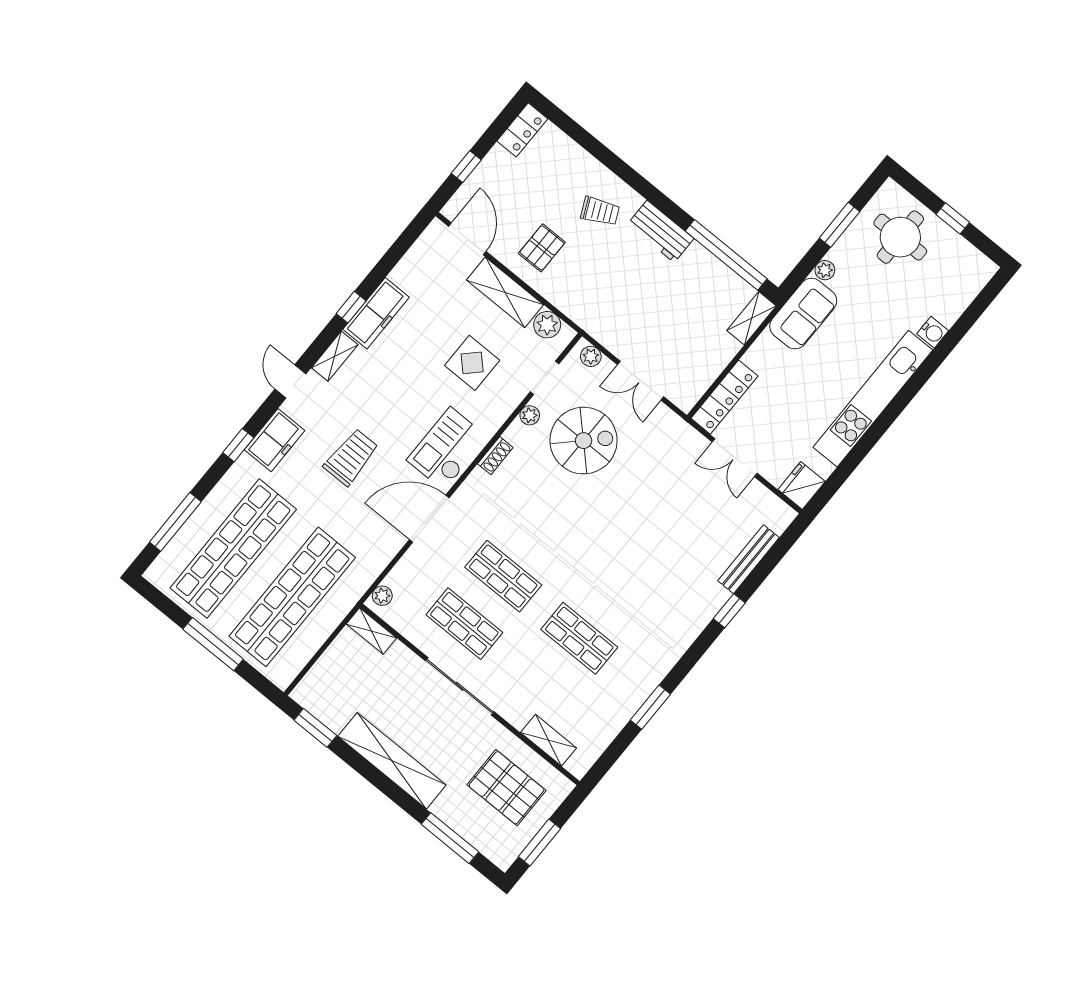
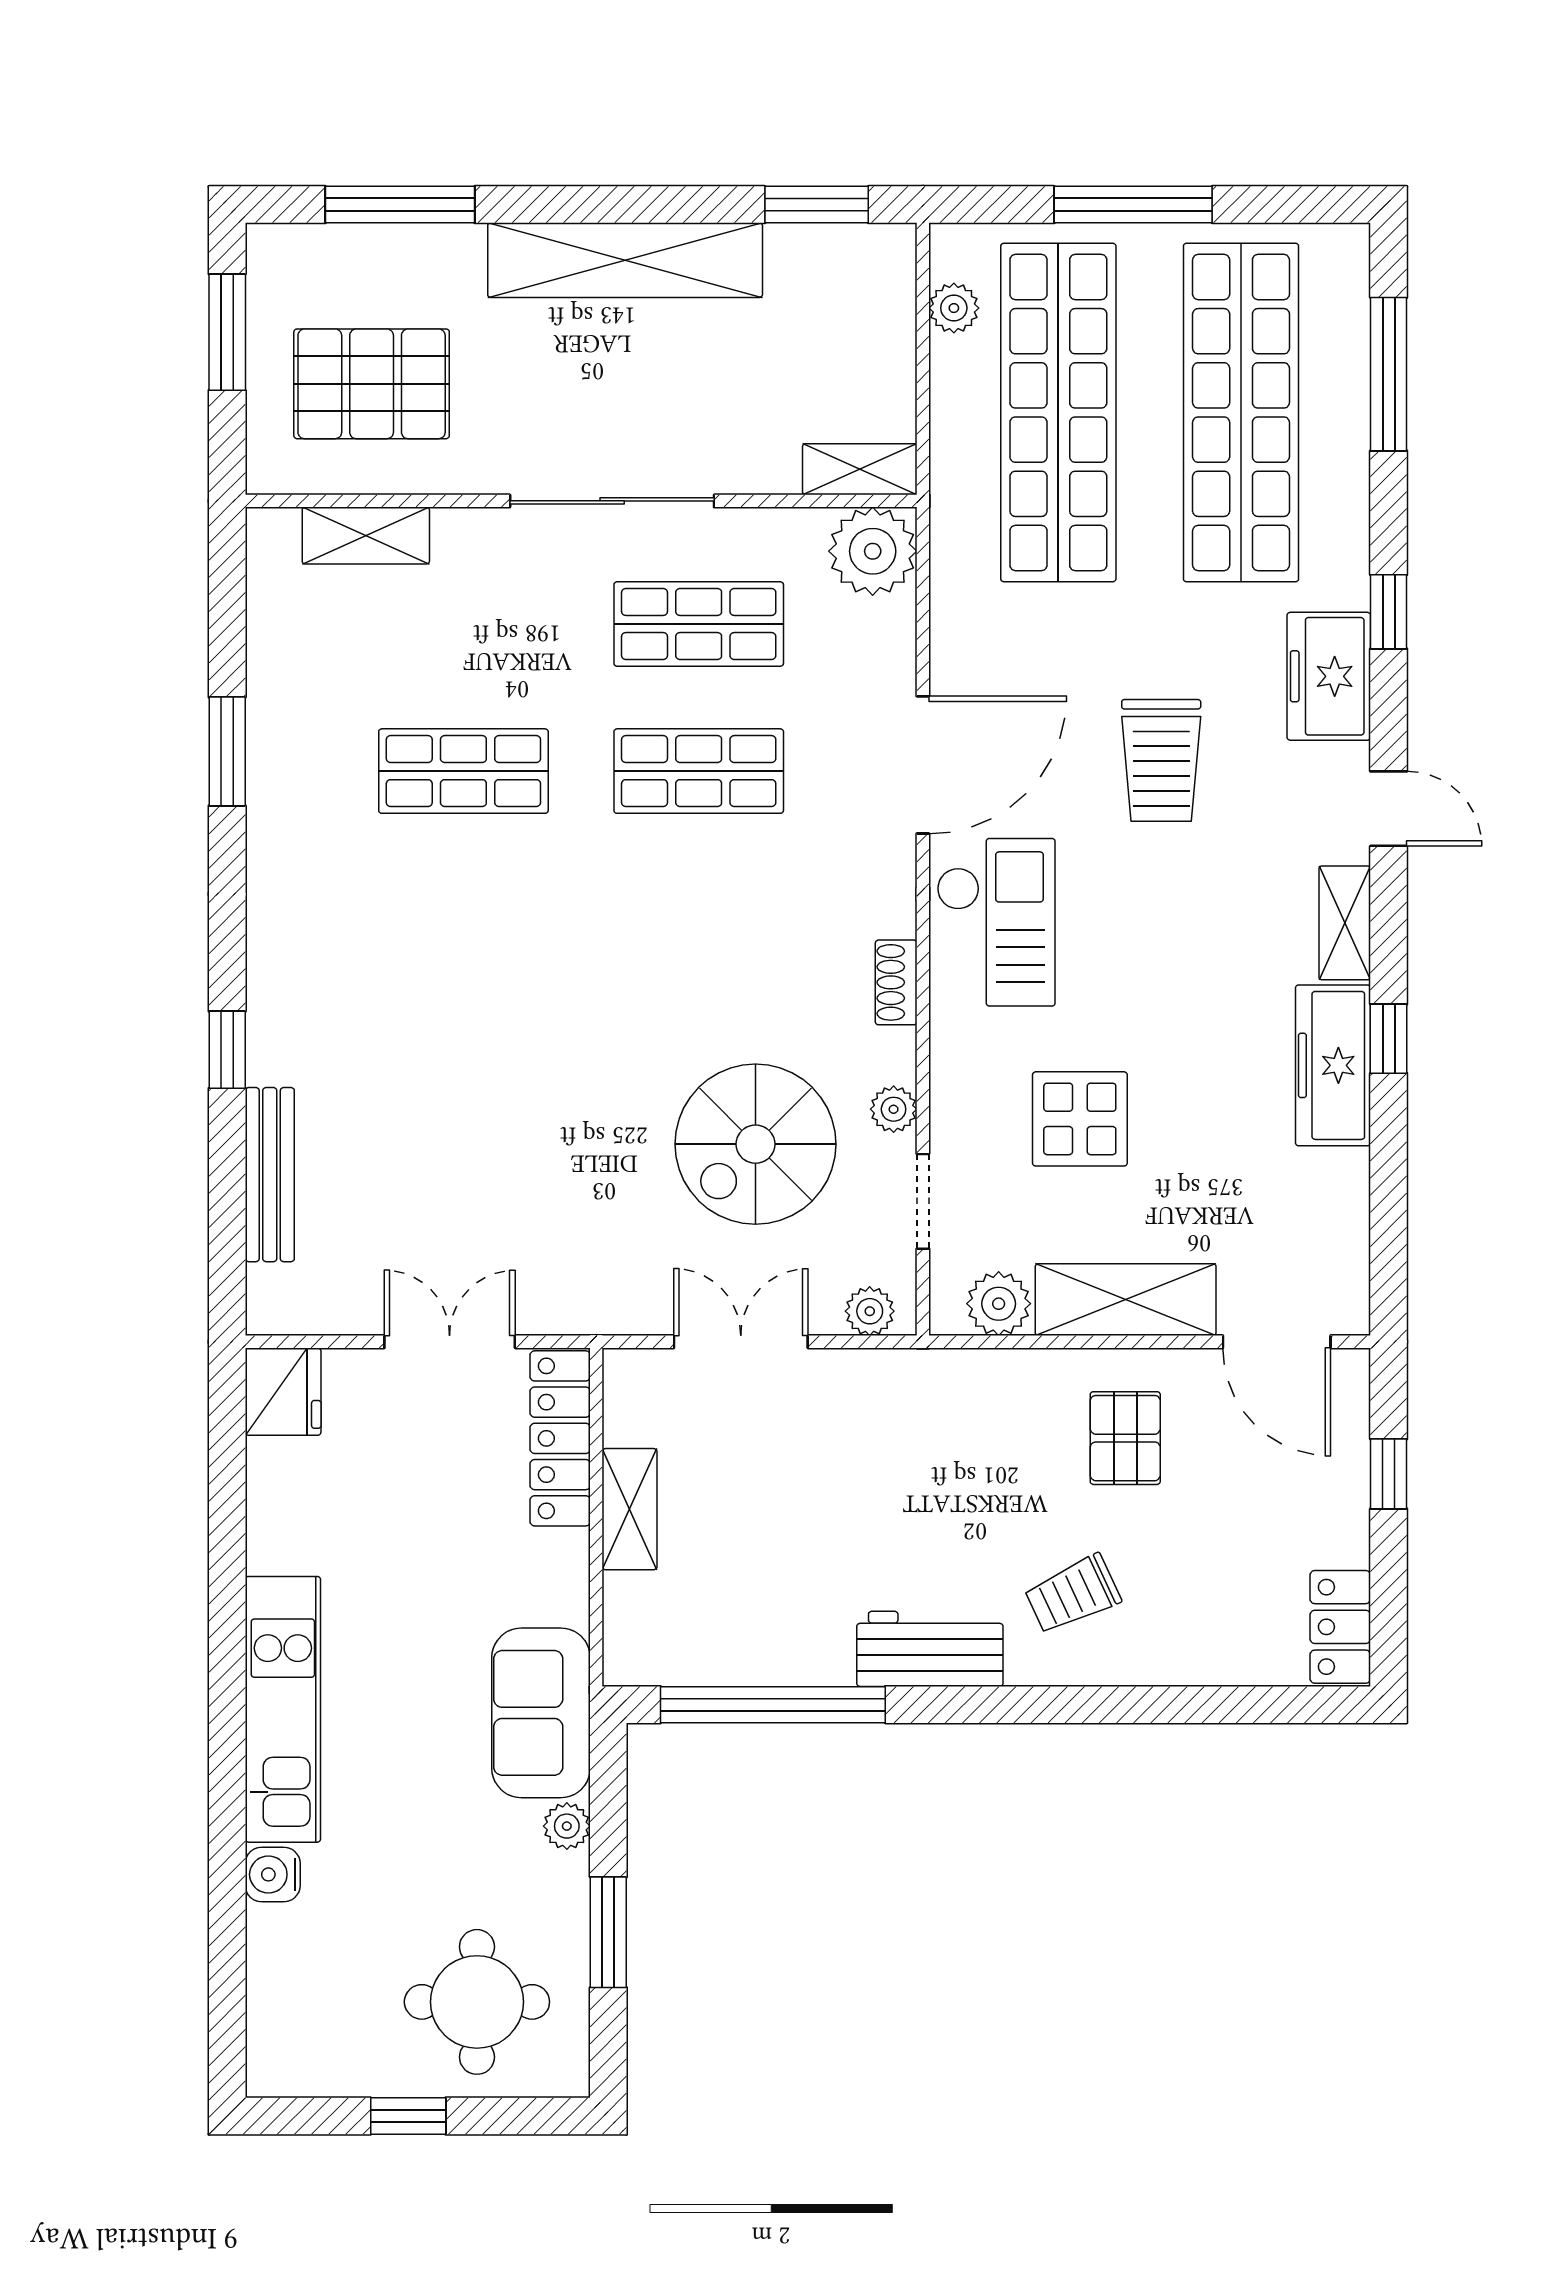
shelving: (752, 318) -> (630, 1509), moved
kitchen unit: (873, 399) -> (283, 1709), width x0.73
plant: (382, 596) -> (873, 551), width x1.87, depth x1.87
plant: (298, 658) -> (954, 308), added

